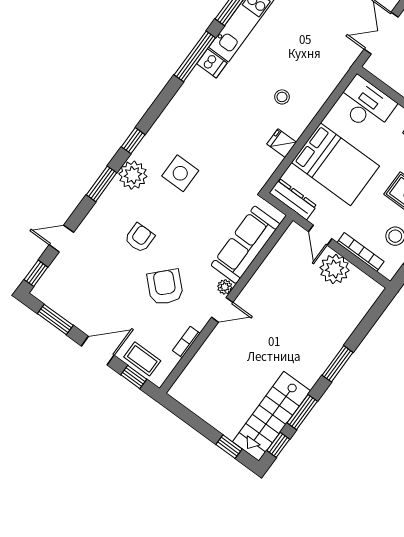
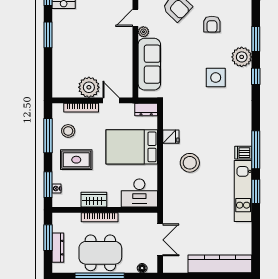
stool: (282, 97) -> (190, 163), width x1.89, depth x1.89
dresser: (293, 199) -> (146, 110), width x0.70

